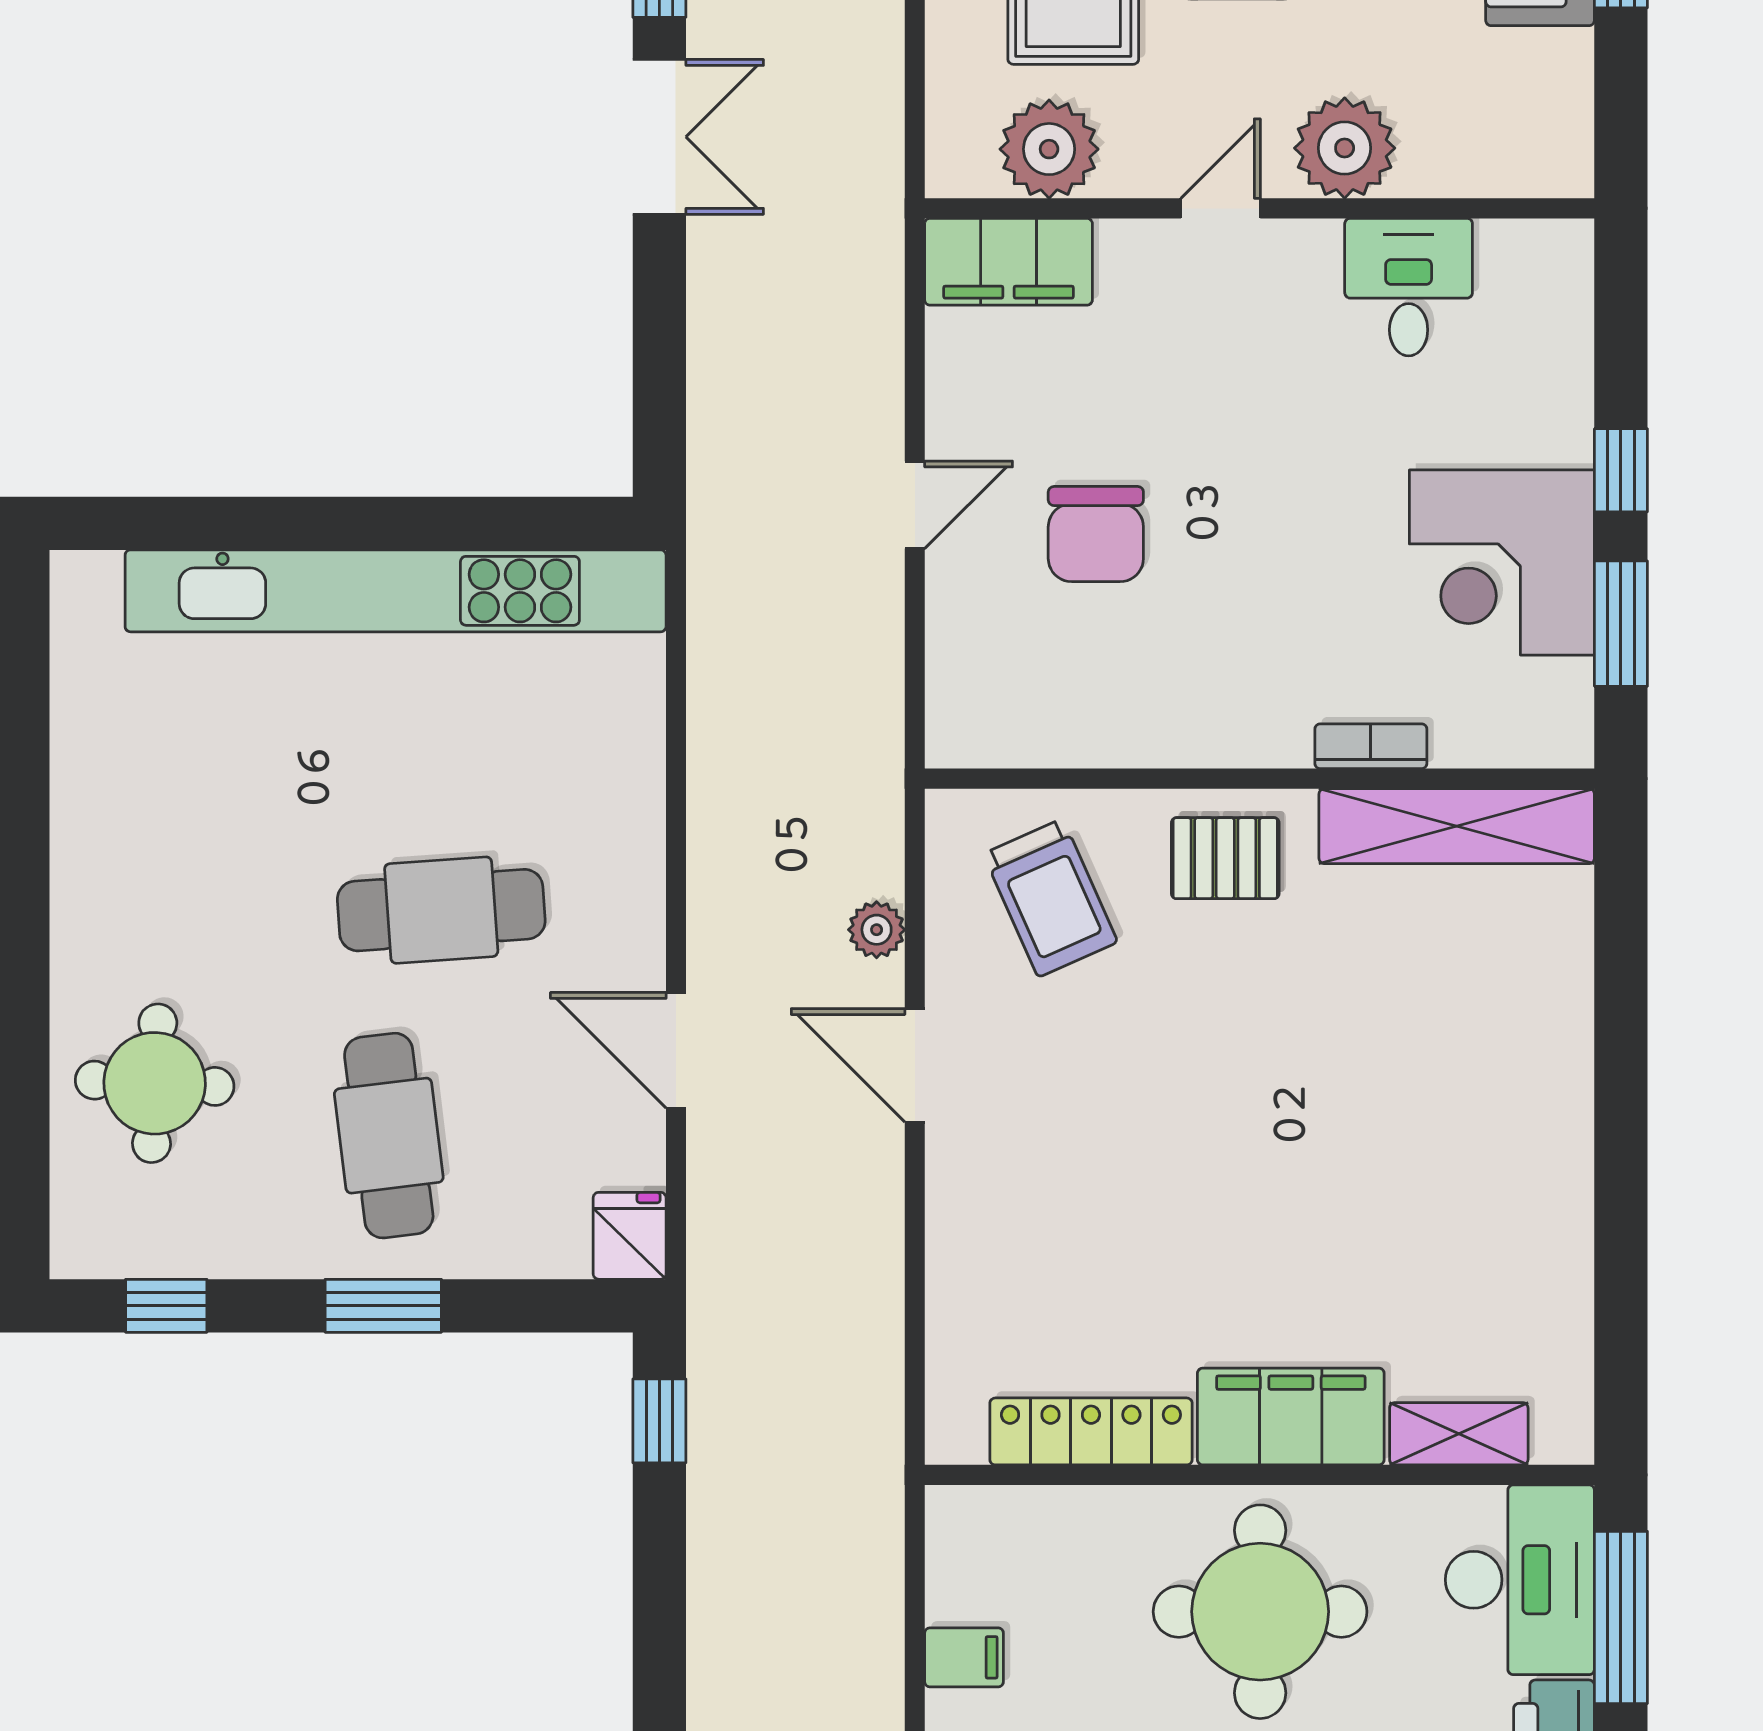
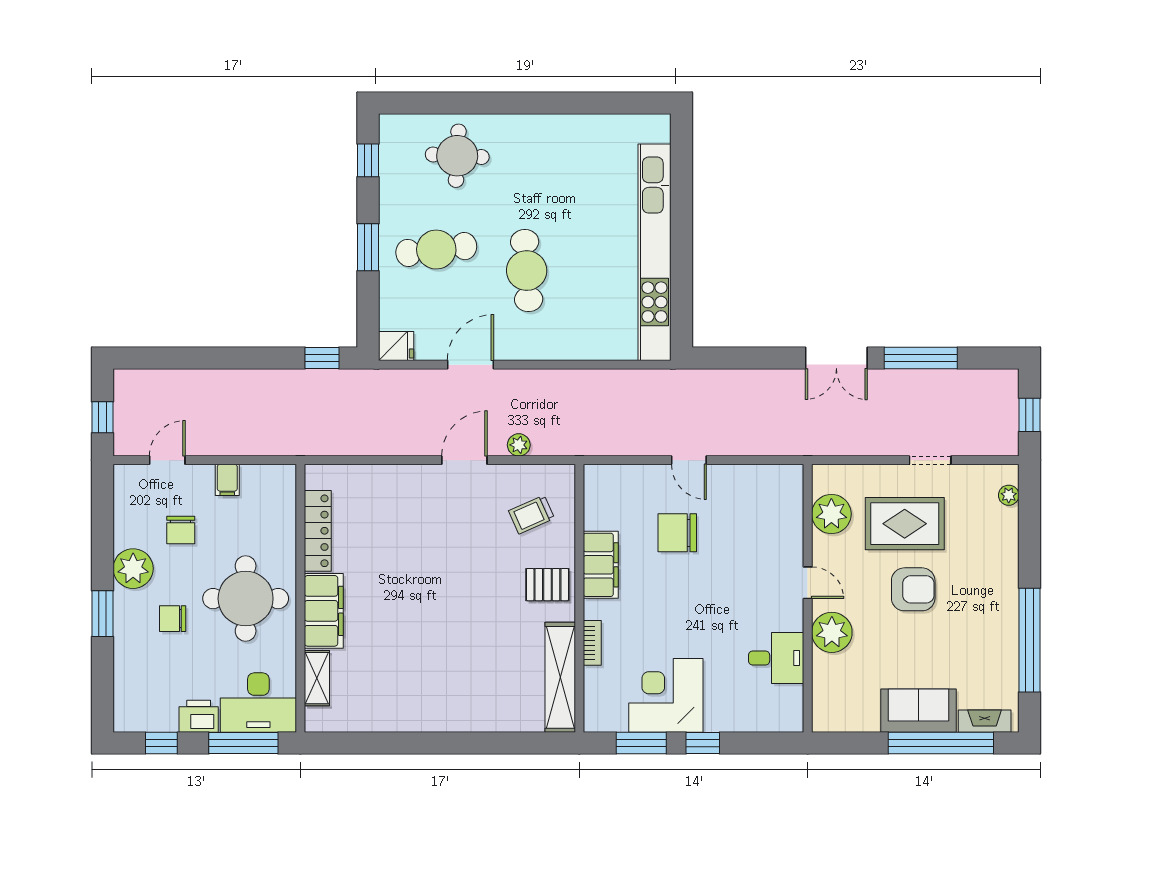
filing cabinet: (1008, 262) -> (601, 565), moved, turned 180
pallet: (1225, 858) -> (547, 585), turned 90
trolley: (1050, 898) -> (531, 515), width x0.73, depth x0.72

